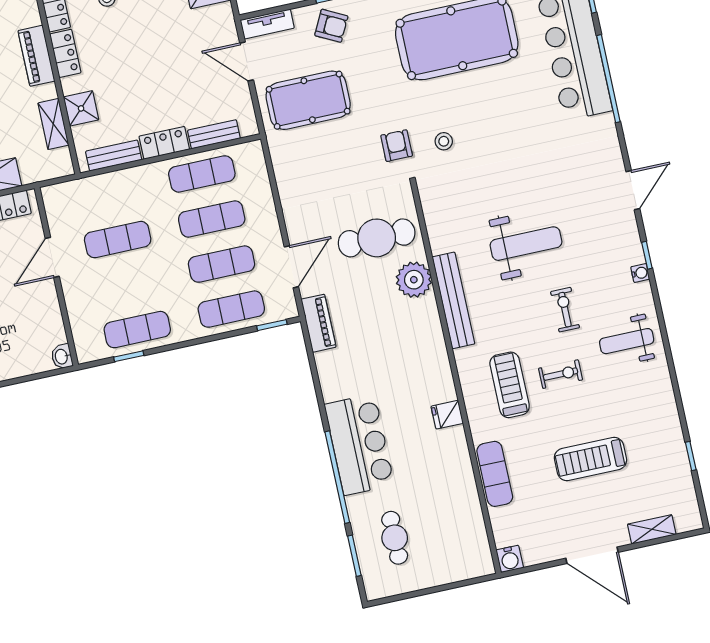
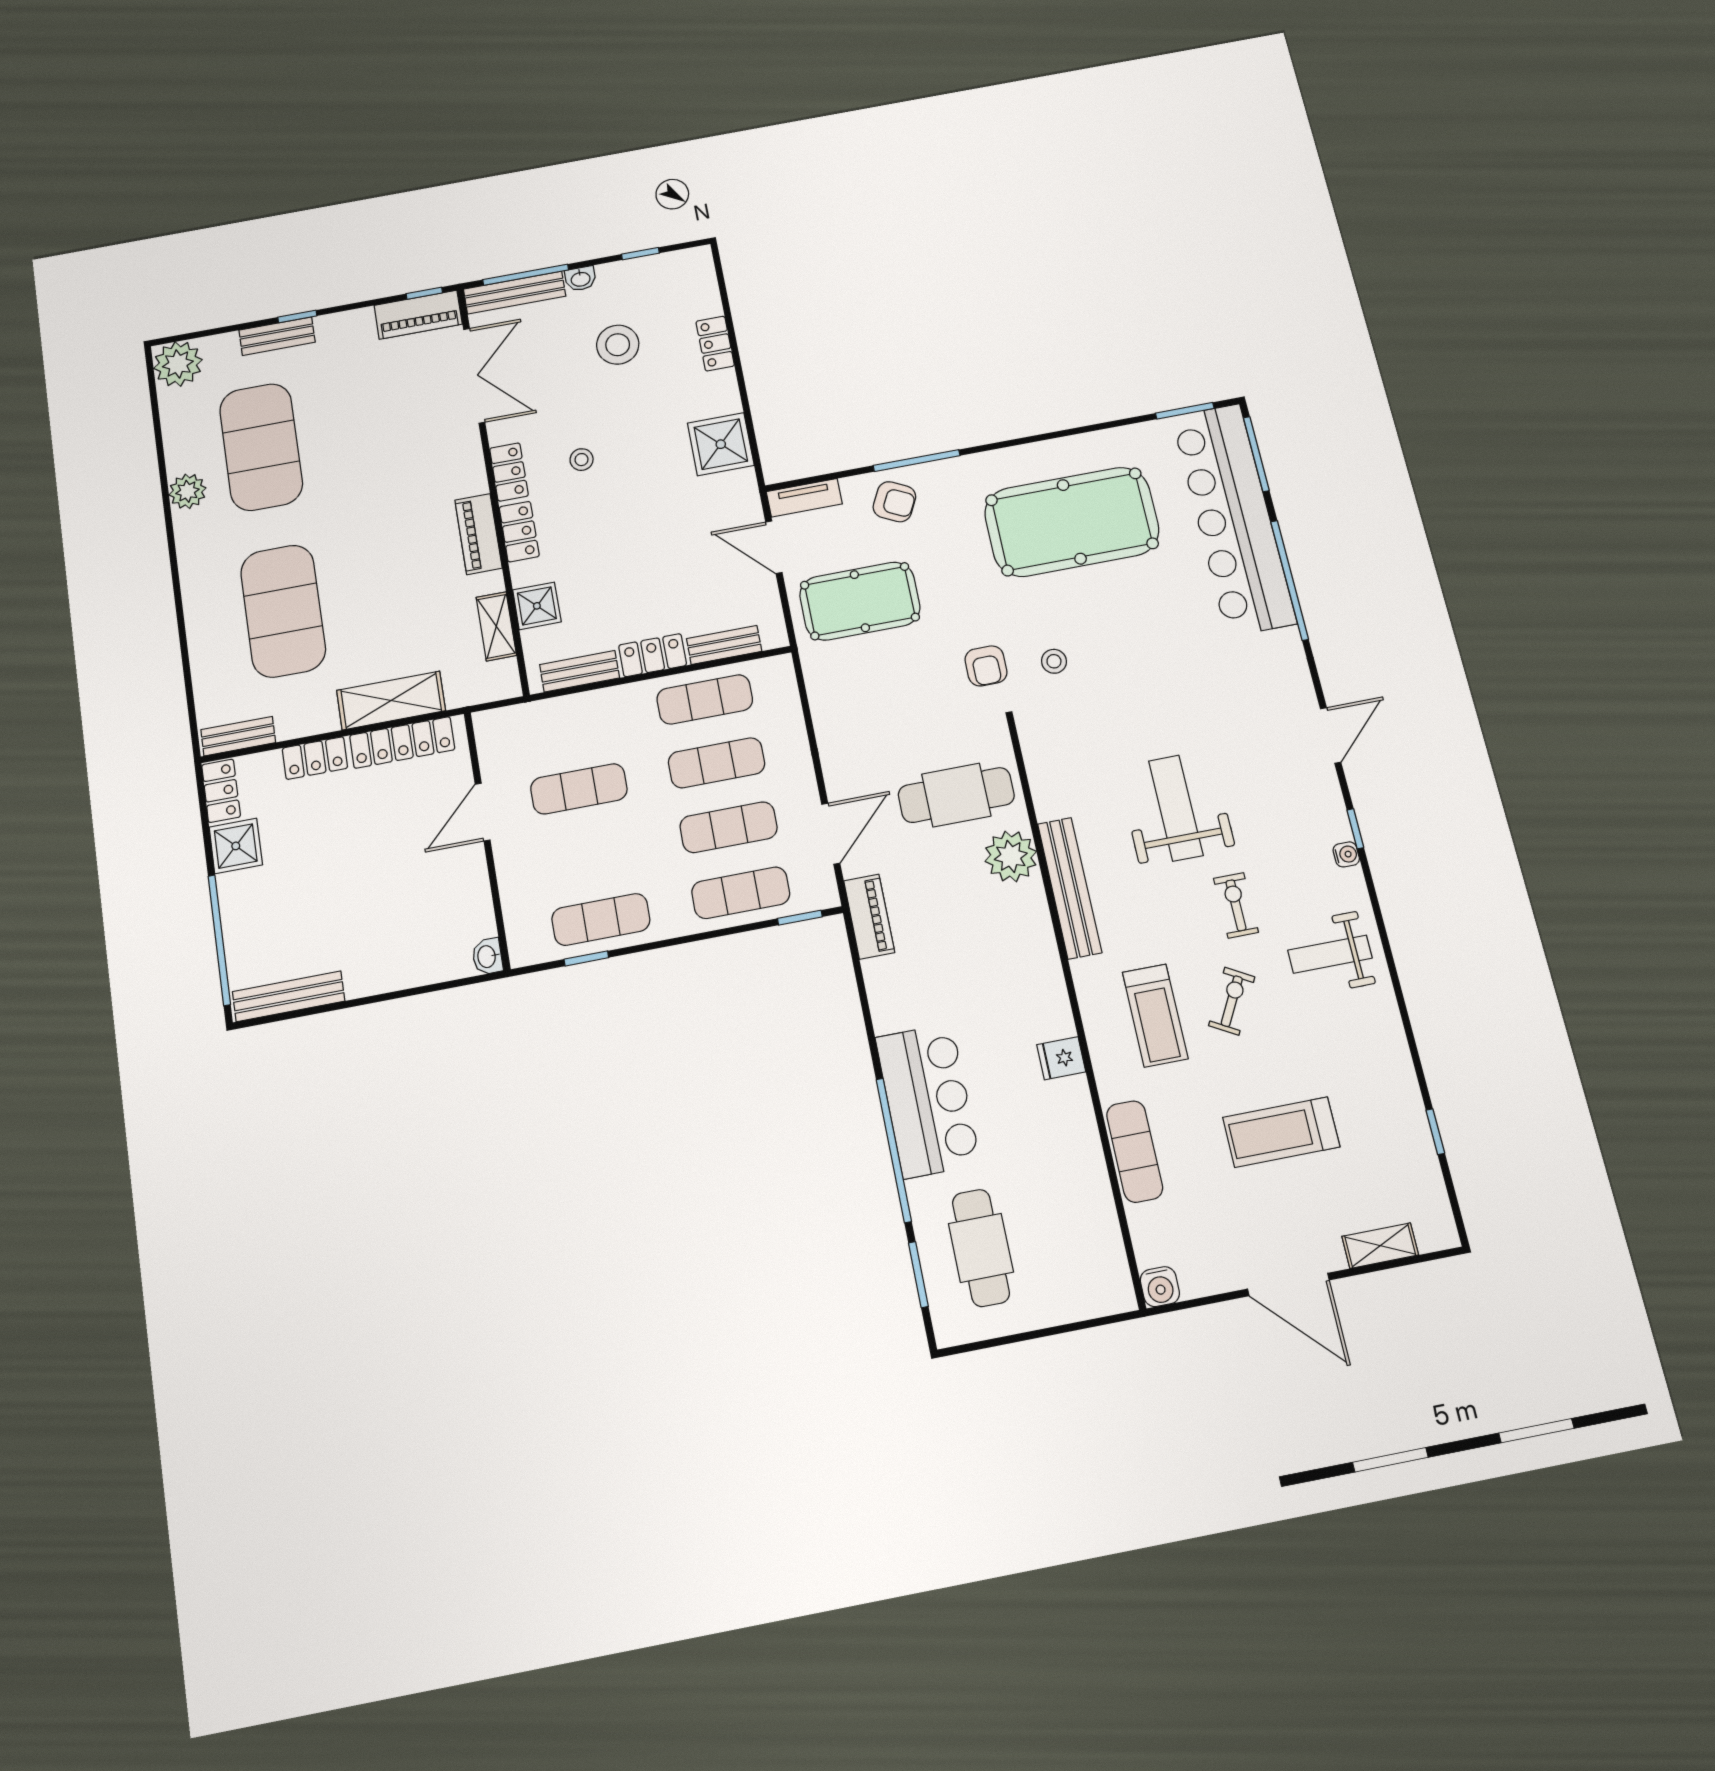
armchair: (397, 146) -> (986, 666), turned 180
weight bench: (526, 244) -> (1176, 808), turned -90
exercise bike: (561, 374) -> (1232, 1001), turned -61
treadmill: (510, 385) -> (1155, 1015), turned 180
cafe table: (395, 538) -> (981, 1248), width x1.37, depth x1.35

